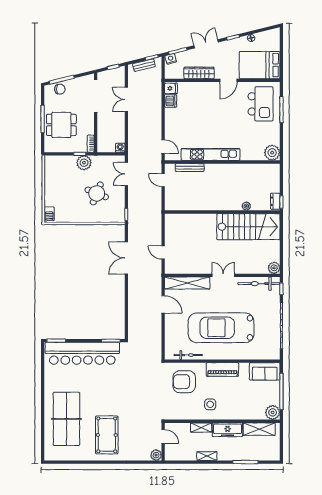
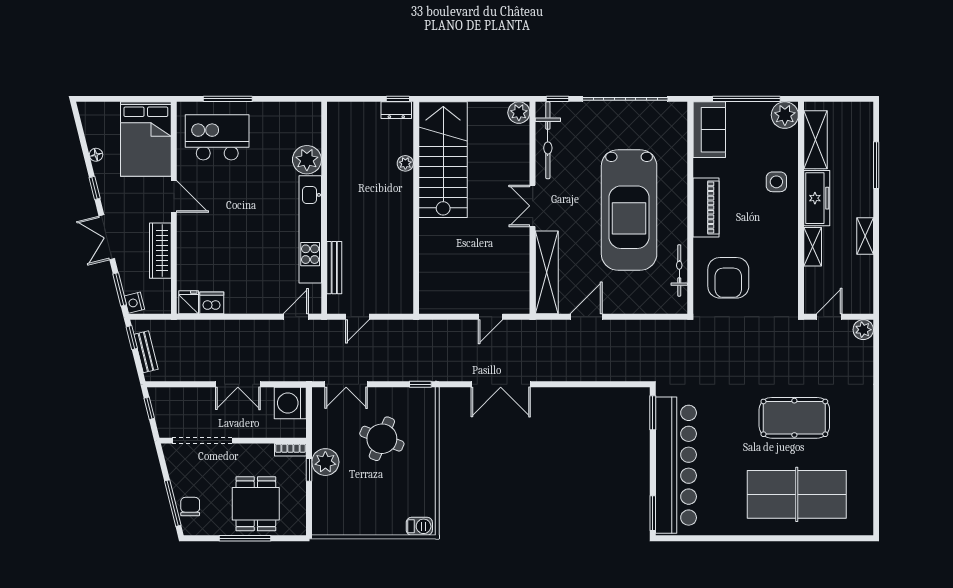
double door: (126, 99) -> (238, 384), moved
washing machine: (120, 148) -> (290, 403), width x1.89, depth x1.89
plant: (272, 153) -> (307, 160), moved
side table: (210, 404) -> (776, 182), moved
pool table: (107, 435) -> (794, 418), moved

